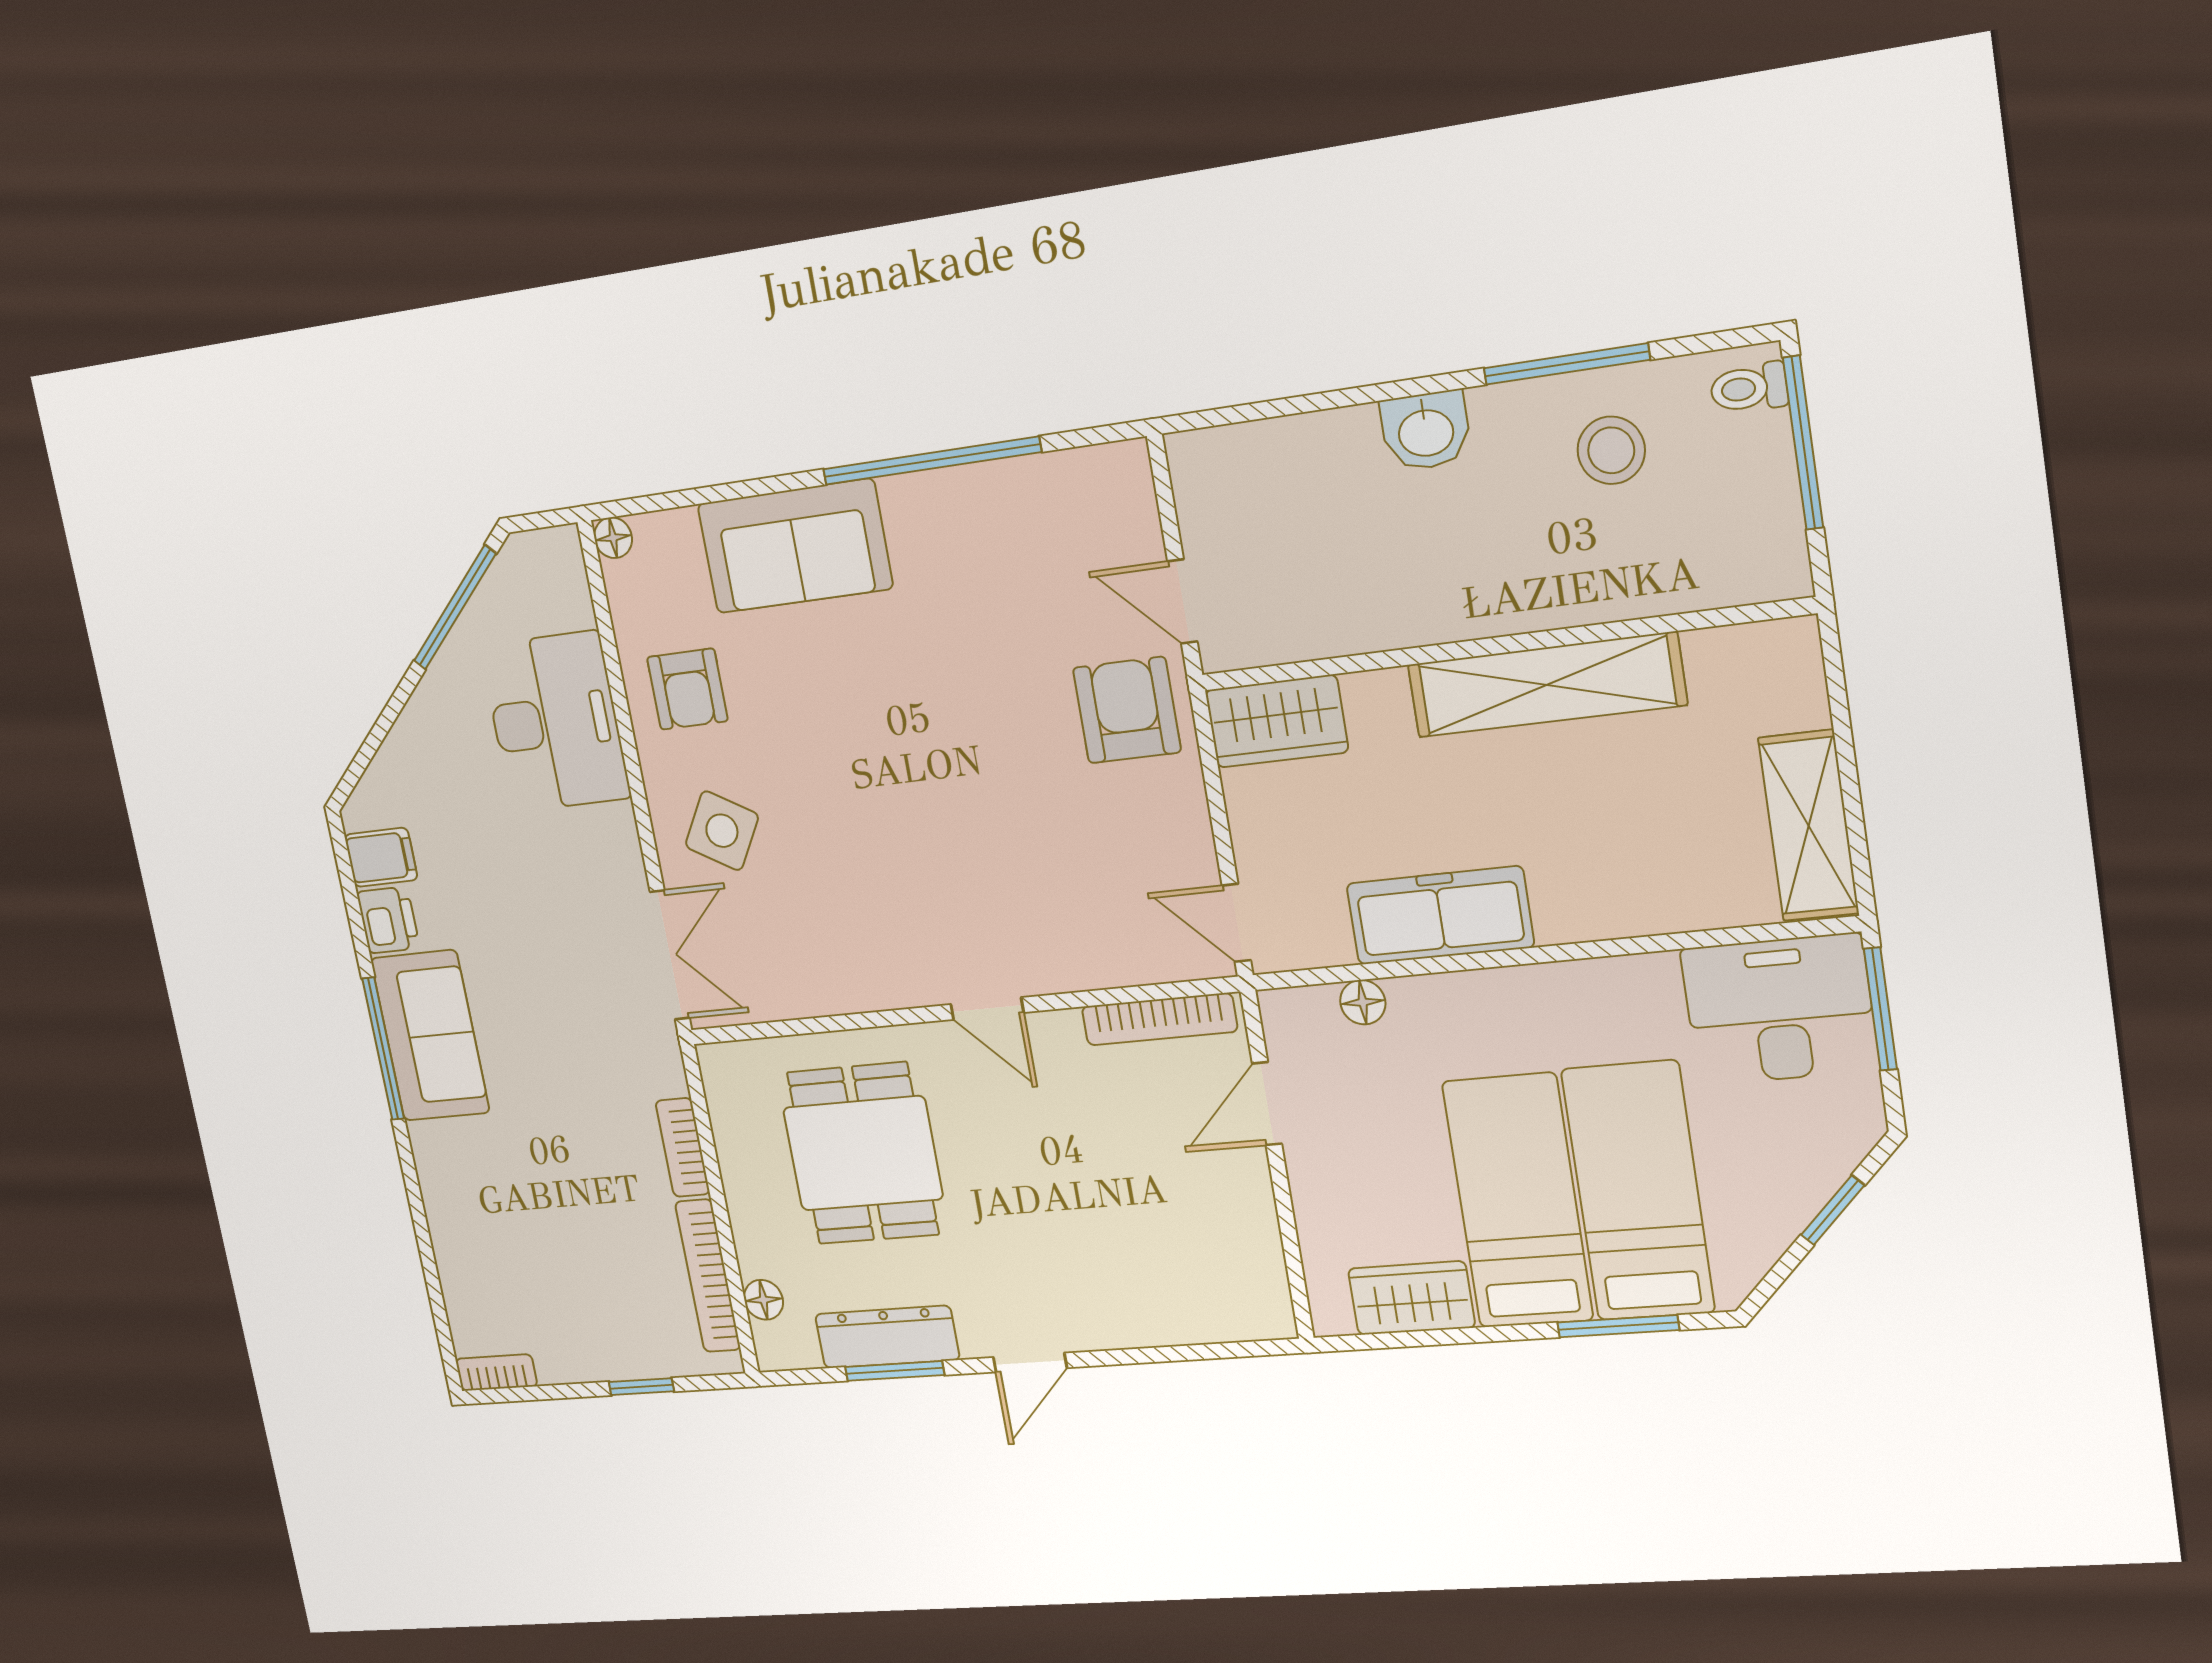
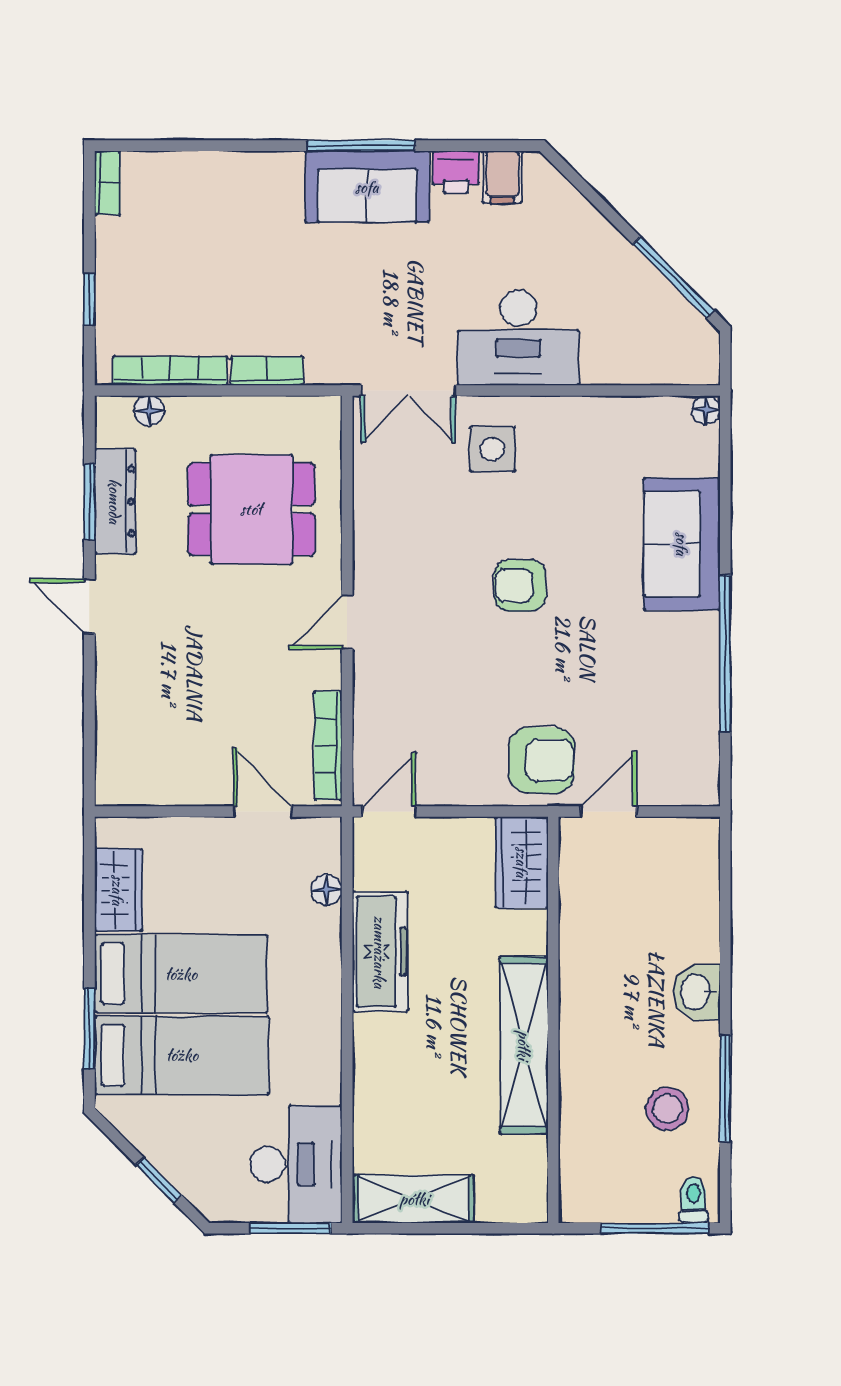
armchair: (687, 689) -> (520, 586), moved
desk: (555, 722) -> (518, 338), moved
side table: (722, 831) -> (493, 449), turned -30

